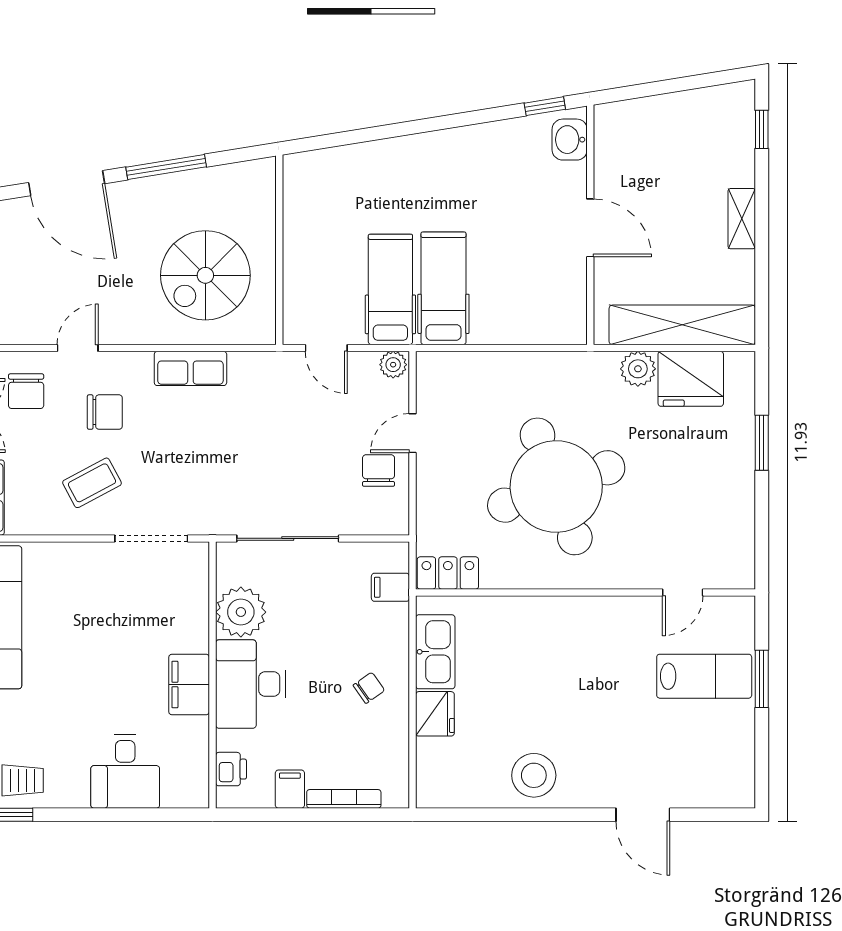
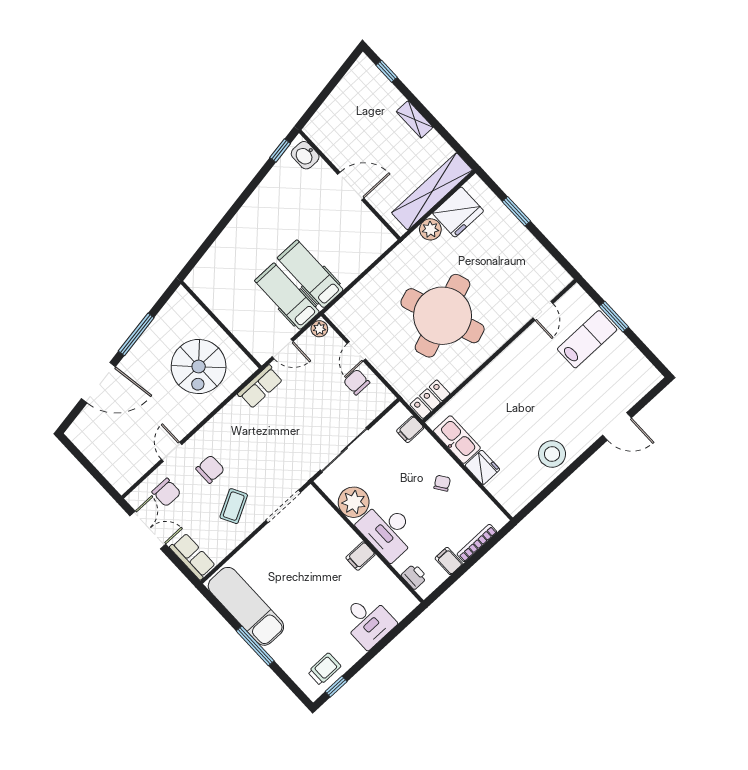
row of seats: (190, 368) -> (260, 387), moved
filing cabinet: (189, 684) -> (360, 556), width x0.50

